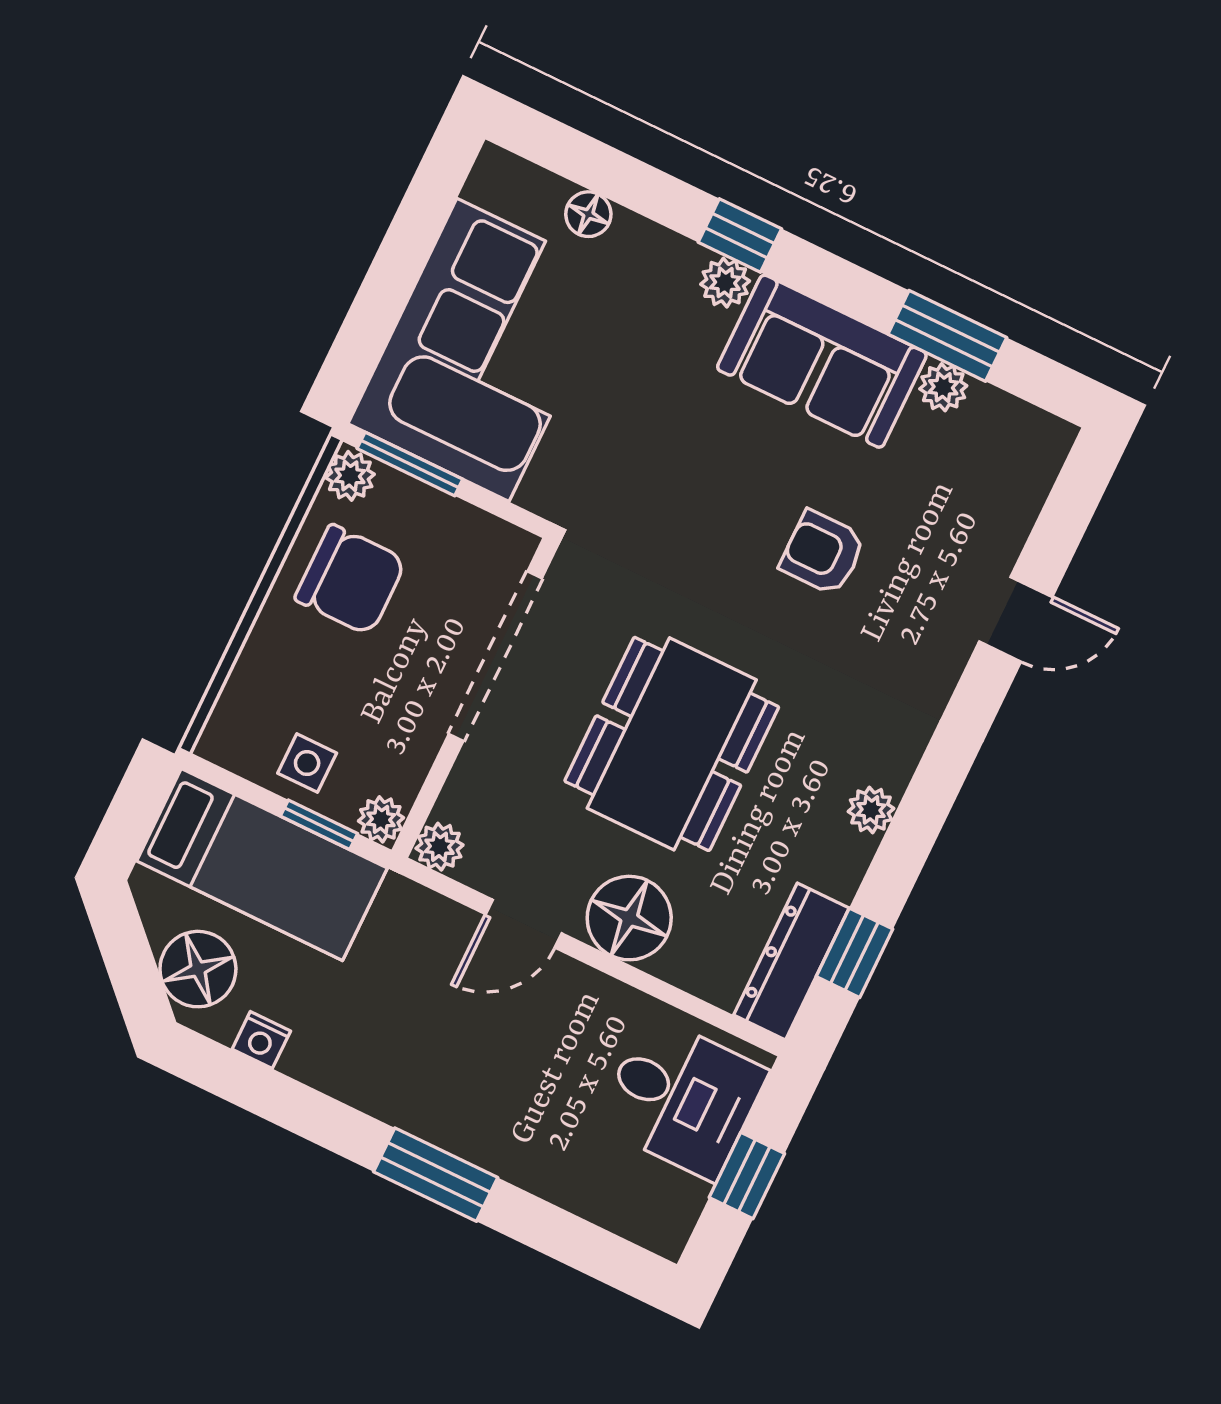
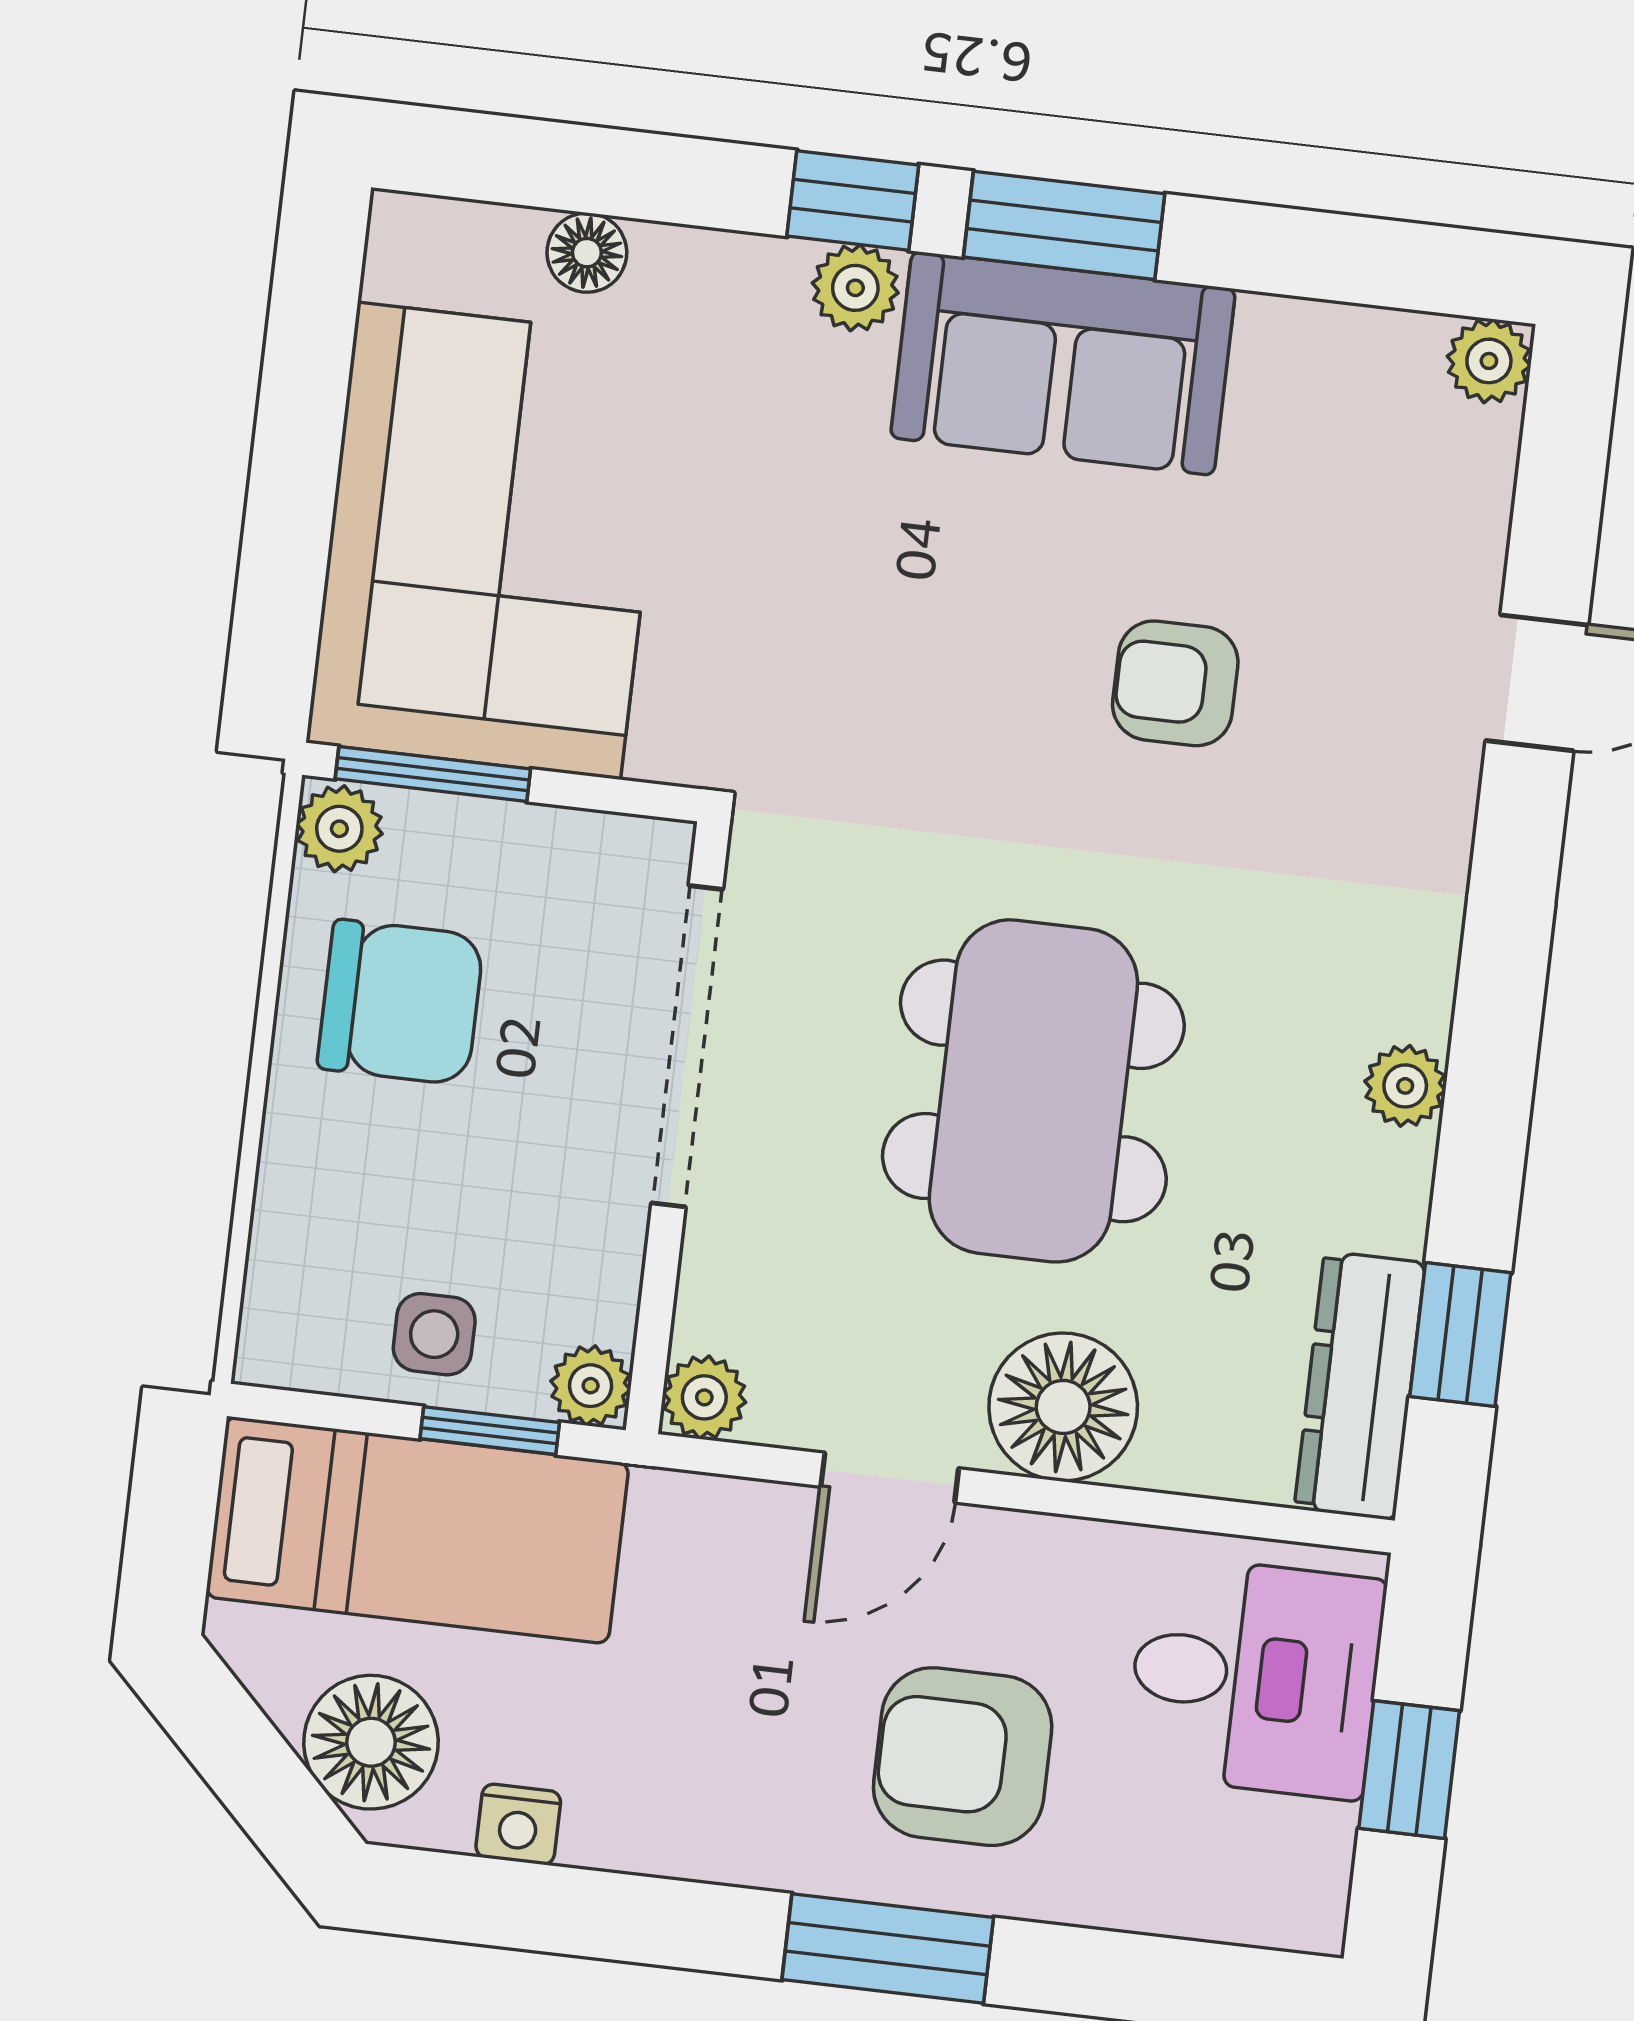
window: (947, 336) -> (1064, 225), moved
plant: (943, 387) -> (1489, 361), moved
armchair: (511, 1086) -> (963, 1757), added

